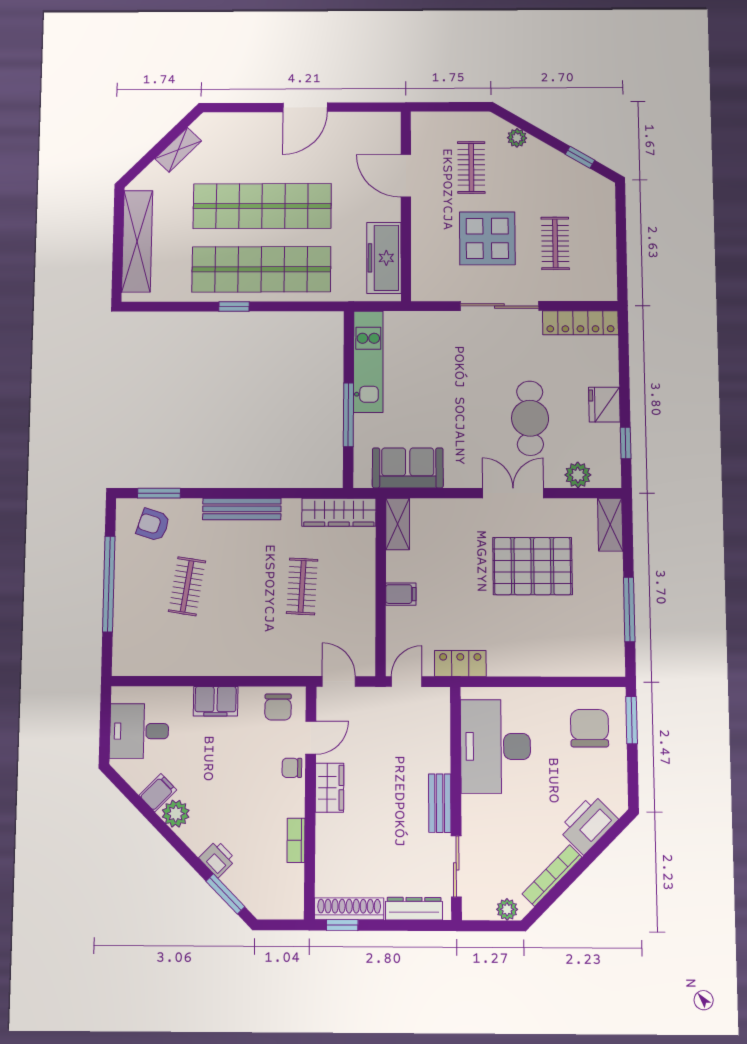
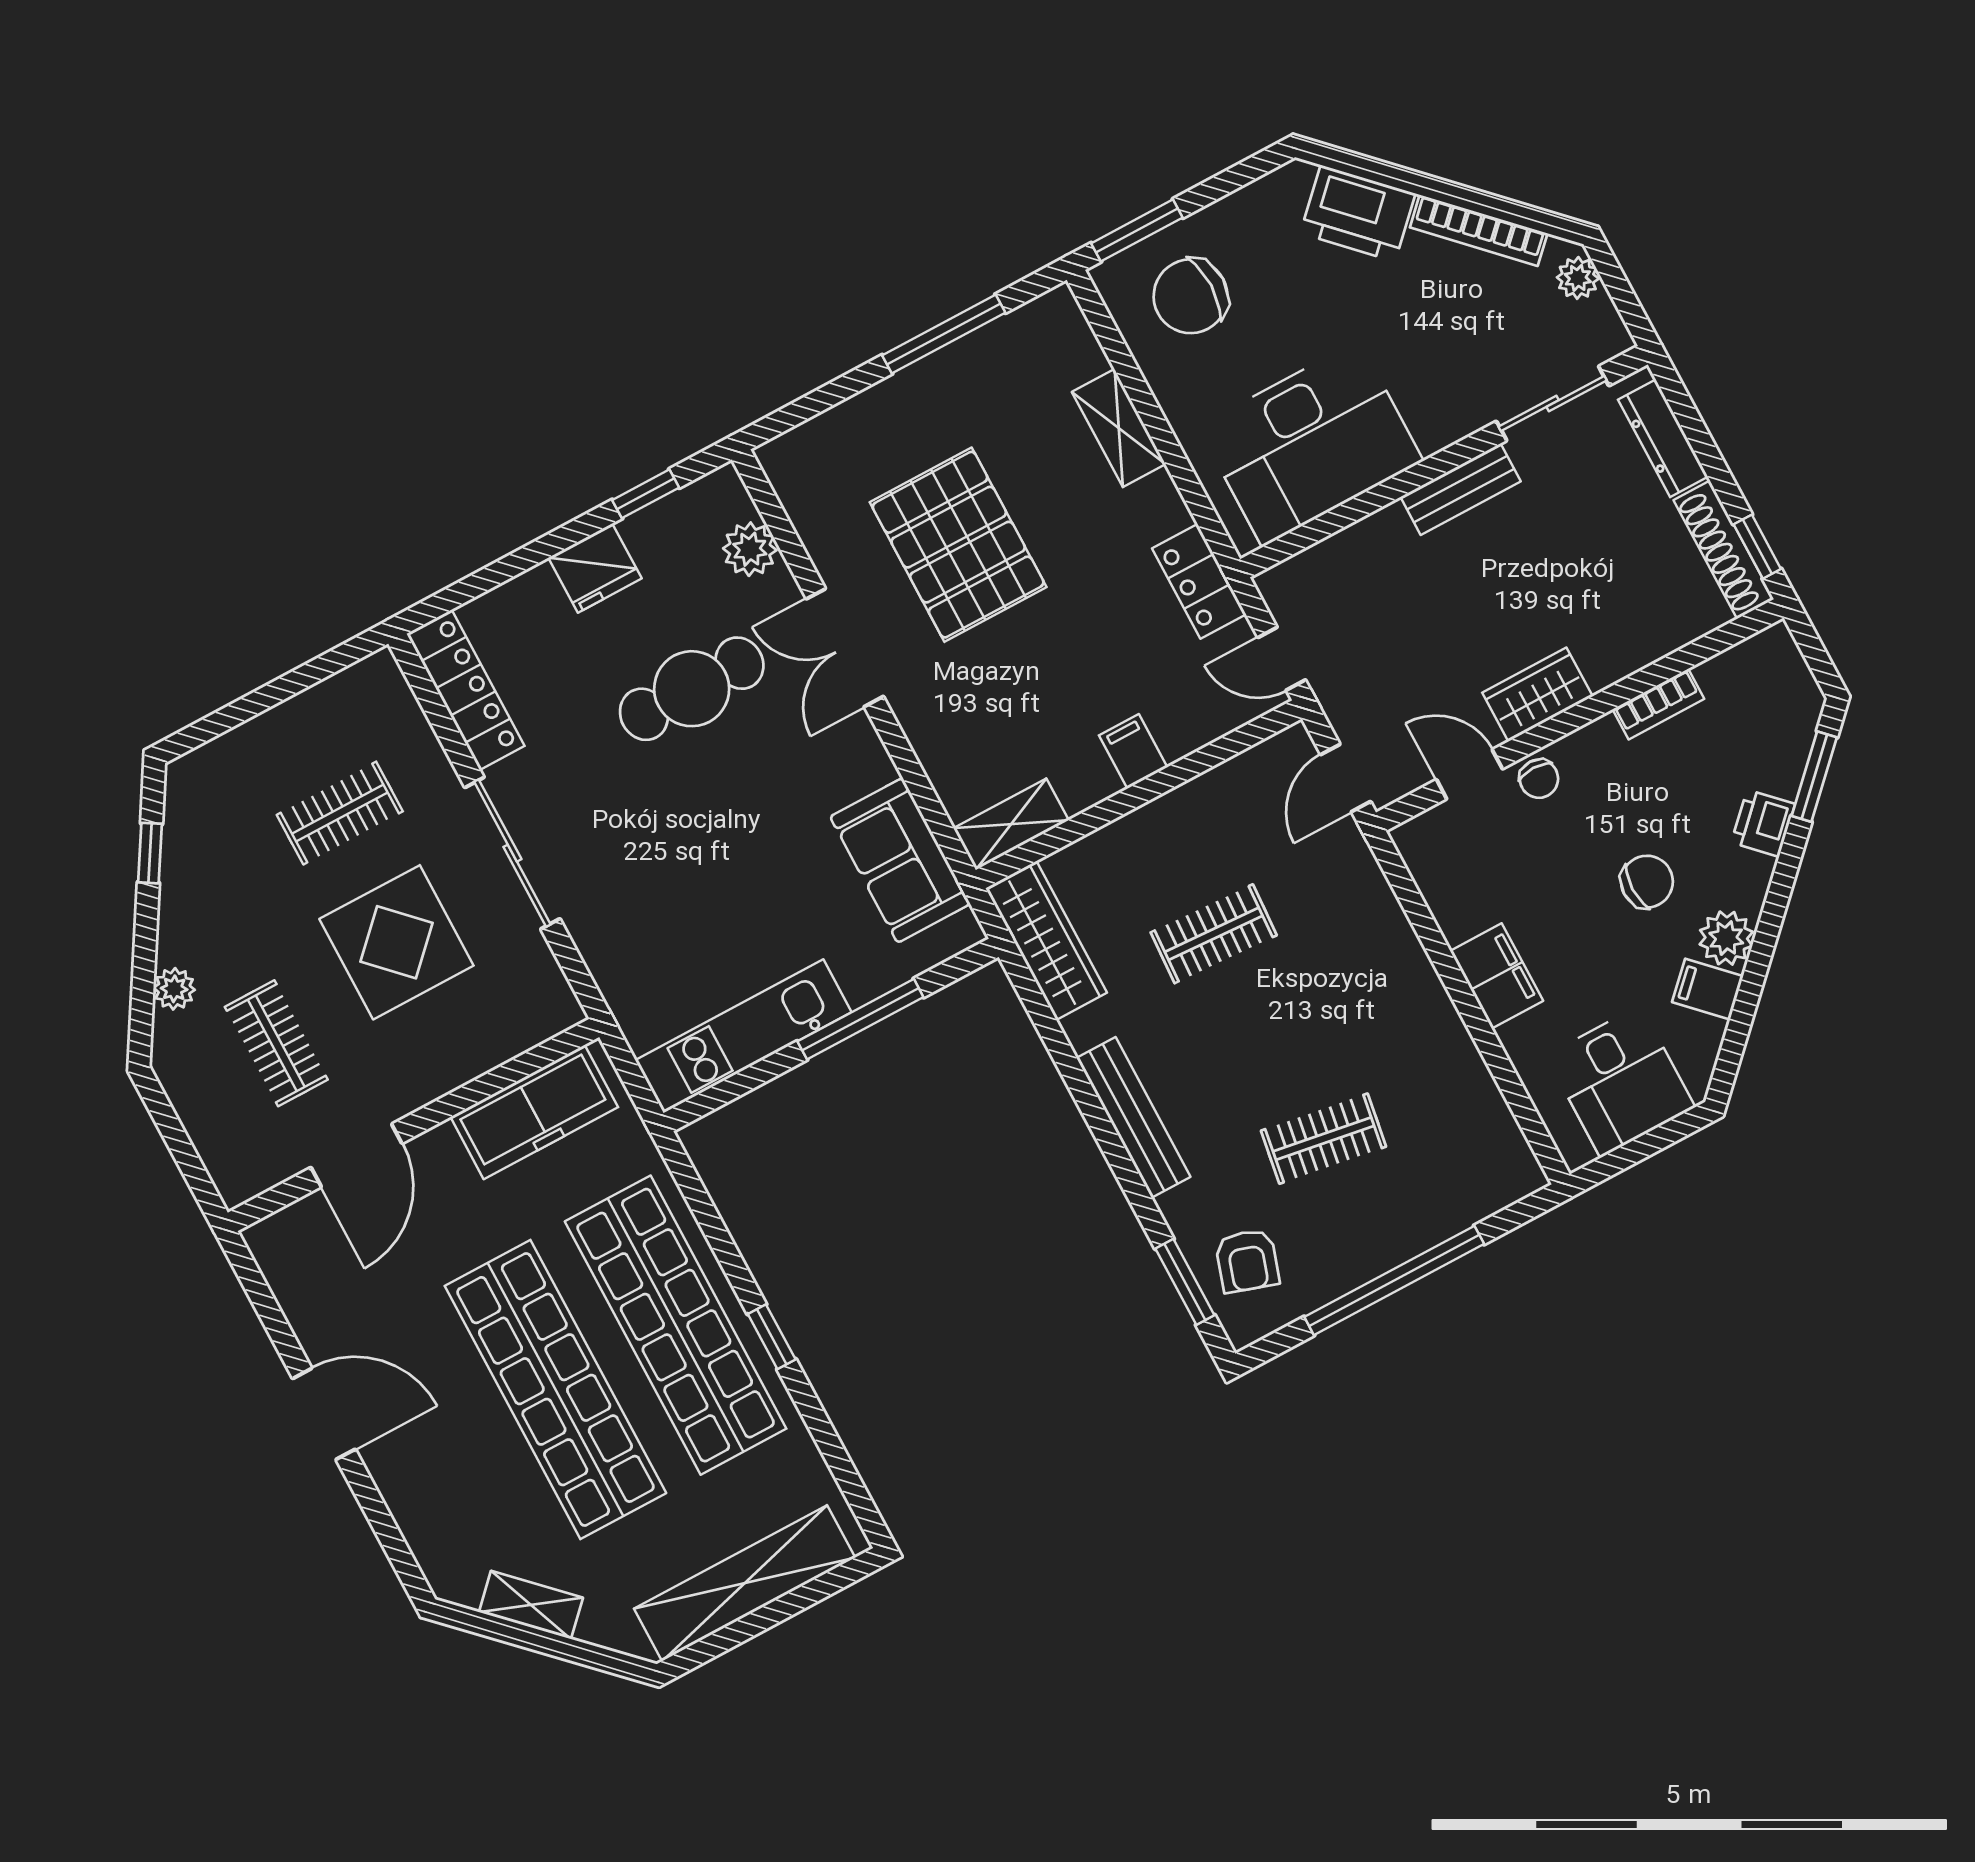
clothes rail: (471, 167) -> (276, 1043), turned 90
shelving: (610, 525) -> (1119, 428), moved, turned 90
chair: (278, 707) -> (1647, 882), moved

